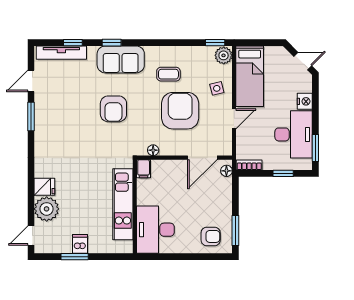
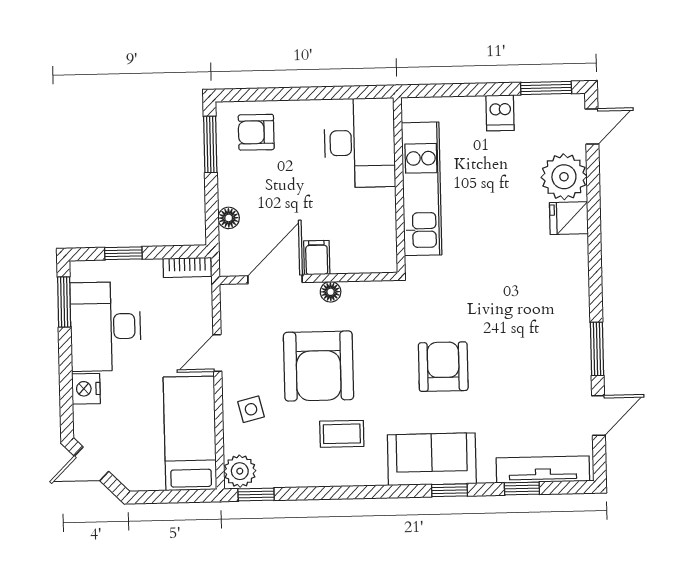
floor lamp: (153, 150) -> (331, 292), moved
filing cabinet: (144, 169) -> (317, 258), moved
floor lamp: (226, 171) -> (229, 218), moved
window: (75, 257) -> (546, 88), moved

